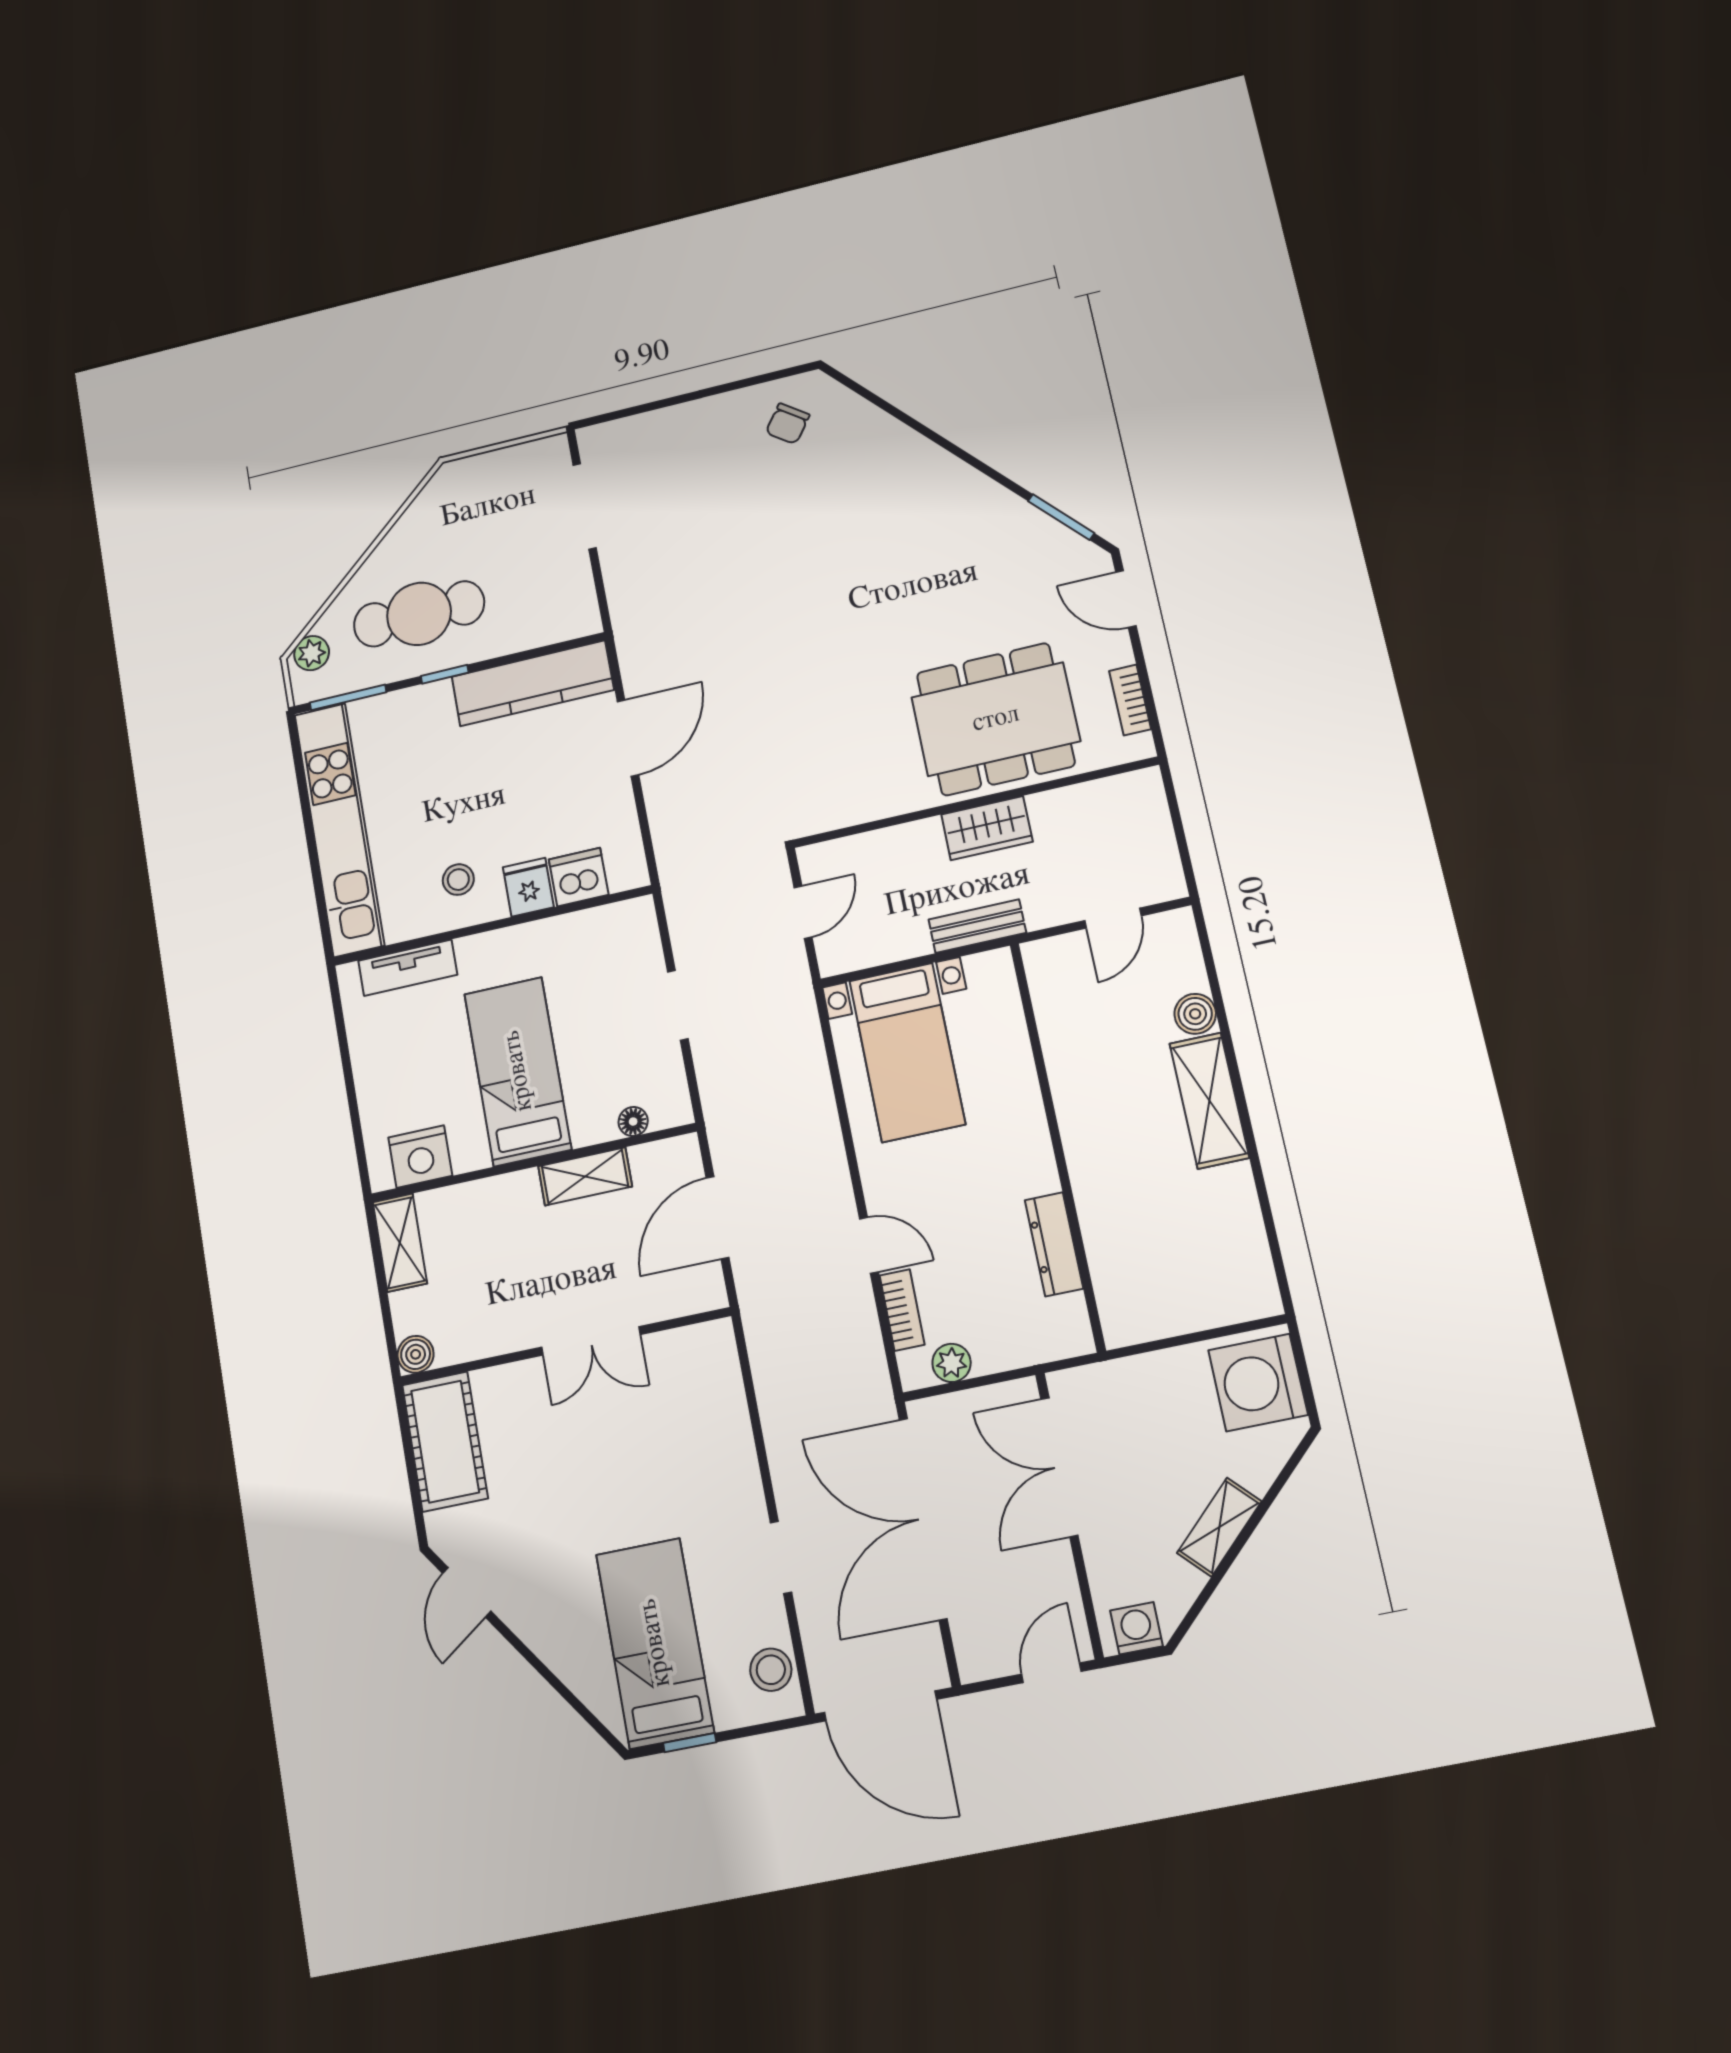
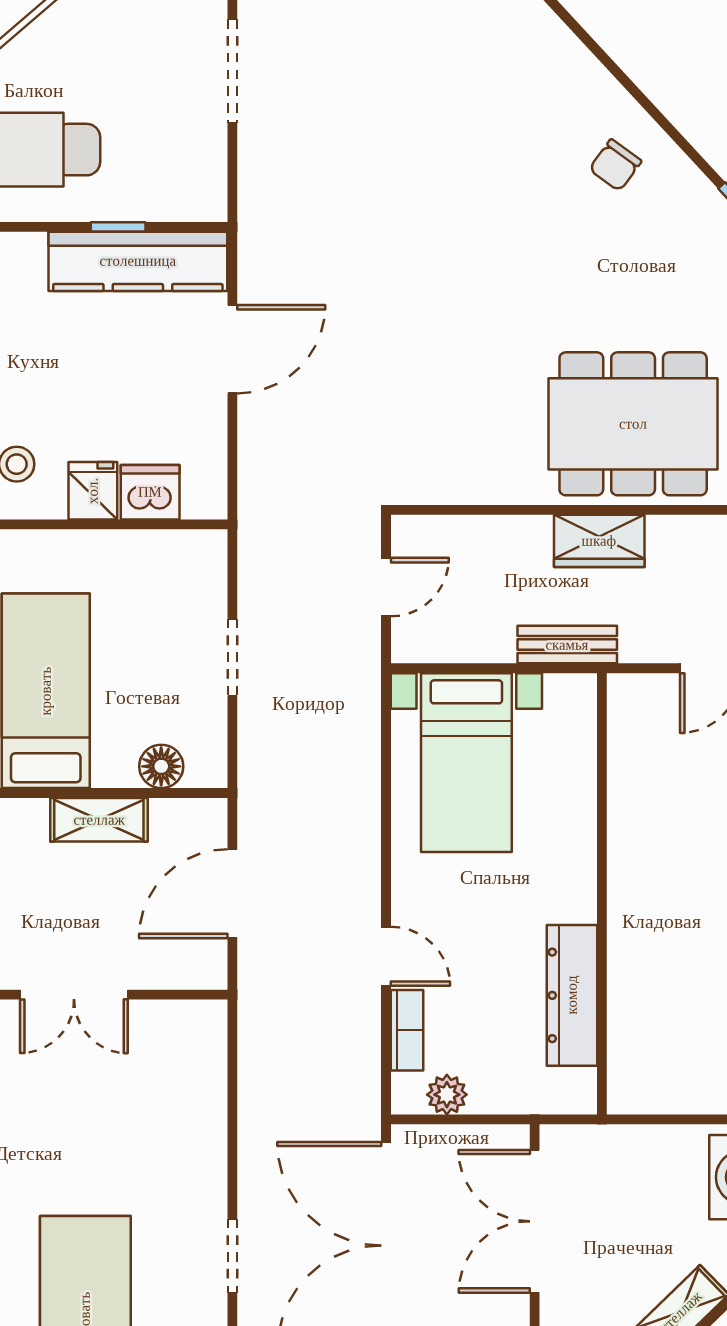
chair: (788, 424) -> (615, 165), moved
window: (445, 674) -> (118, 227), moved
floor lamp: (633, 1122) -> (161, 766), width x1.37, depth x1.37
dresser: (1054, 1244) -> (572, 995), width x1.37, depth x1.24

